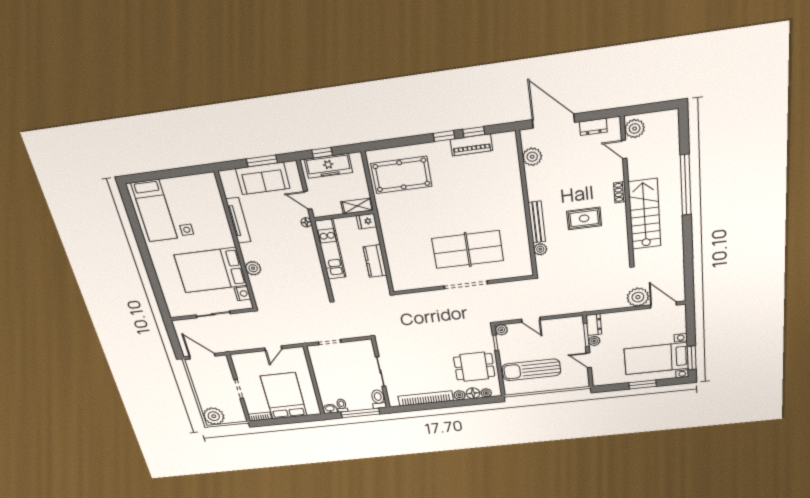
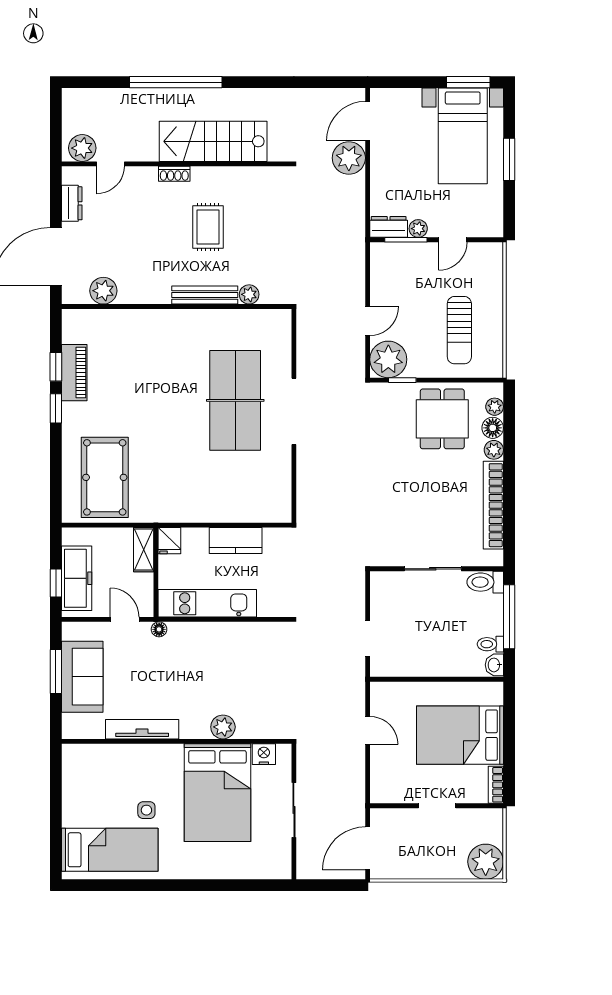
door: (308, 200) -> (125, 619), swing flipped
plant: (501, 330) -> (388, 359), width x1.87, depth x1.87
sun lounger: (531, 370) -> (459, 330), width x0.73, depth x0.75

